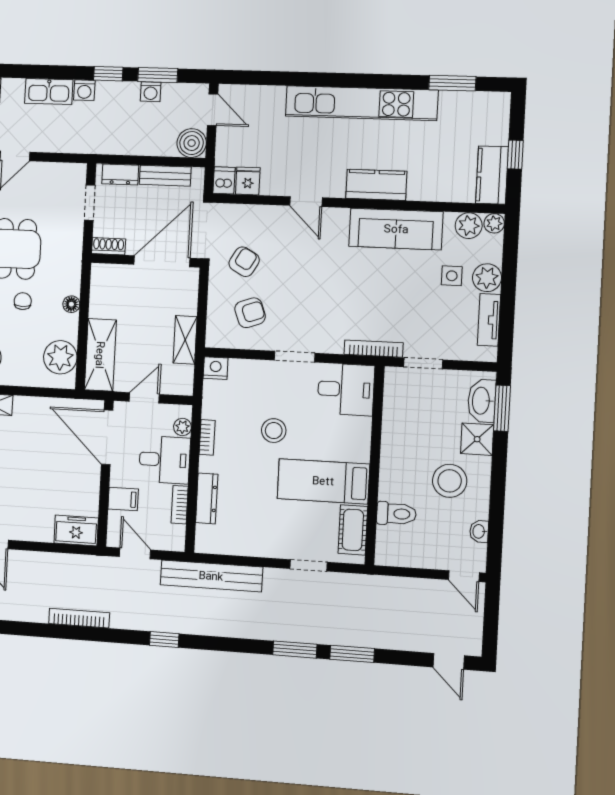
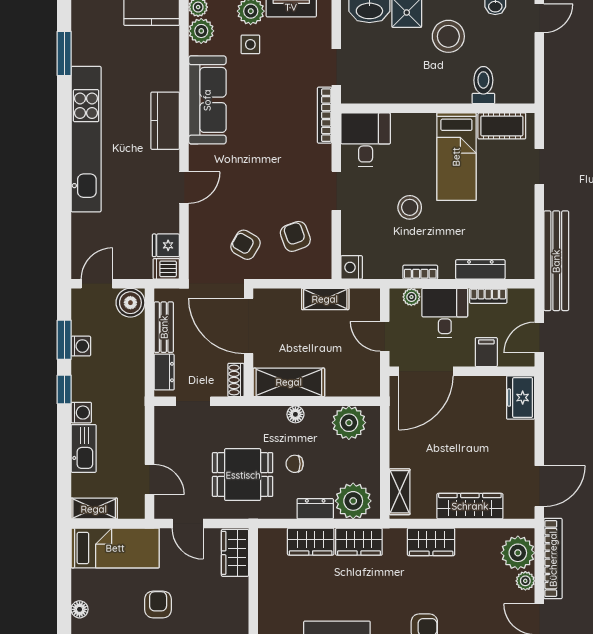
shelving: (100, 355) -> (289, 382), moved

